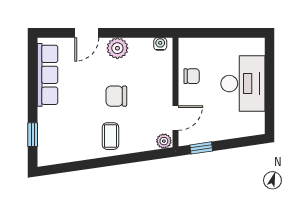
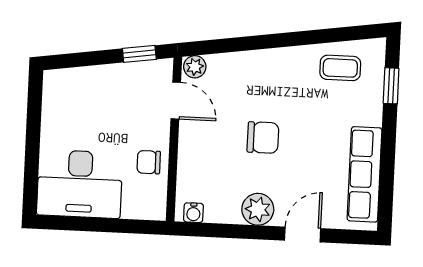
desk: (243, 84) -> (80, 184), moved, turned -90
door: (175, 118) -> (176, 101), swing flipped
coffee table: (110, 136) -> (340, 68), moved, turned 90

